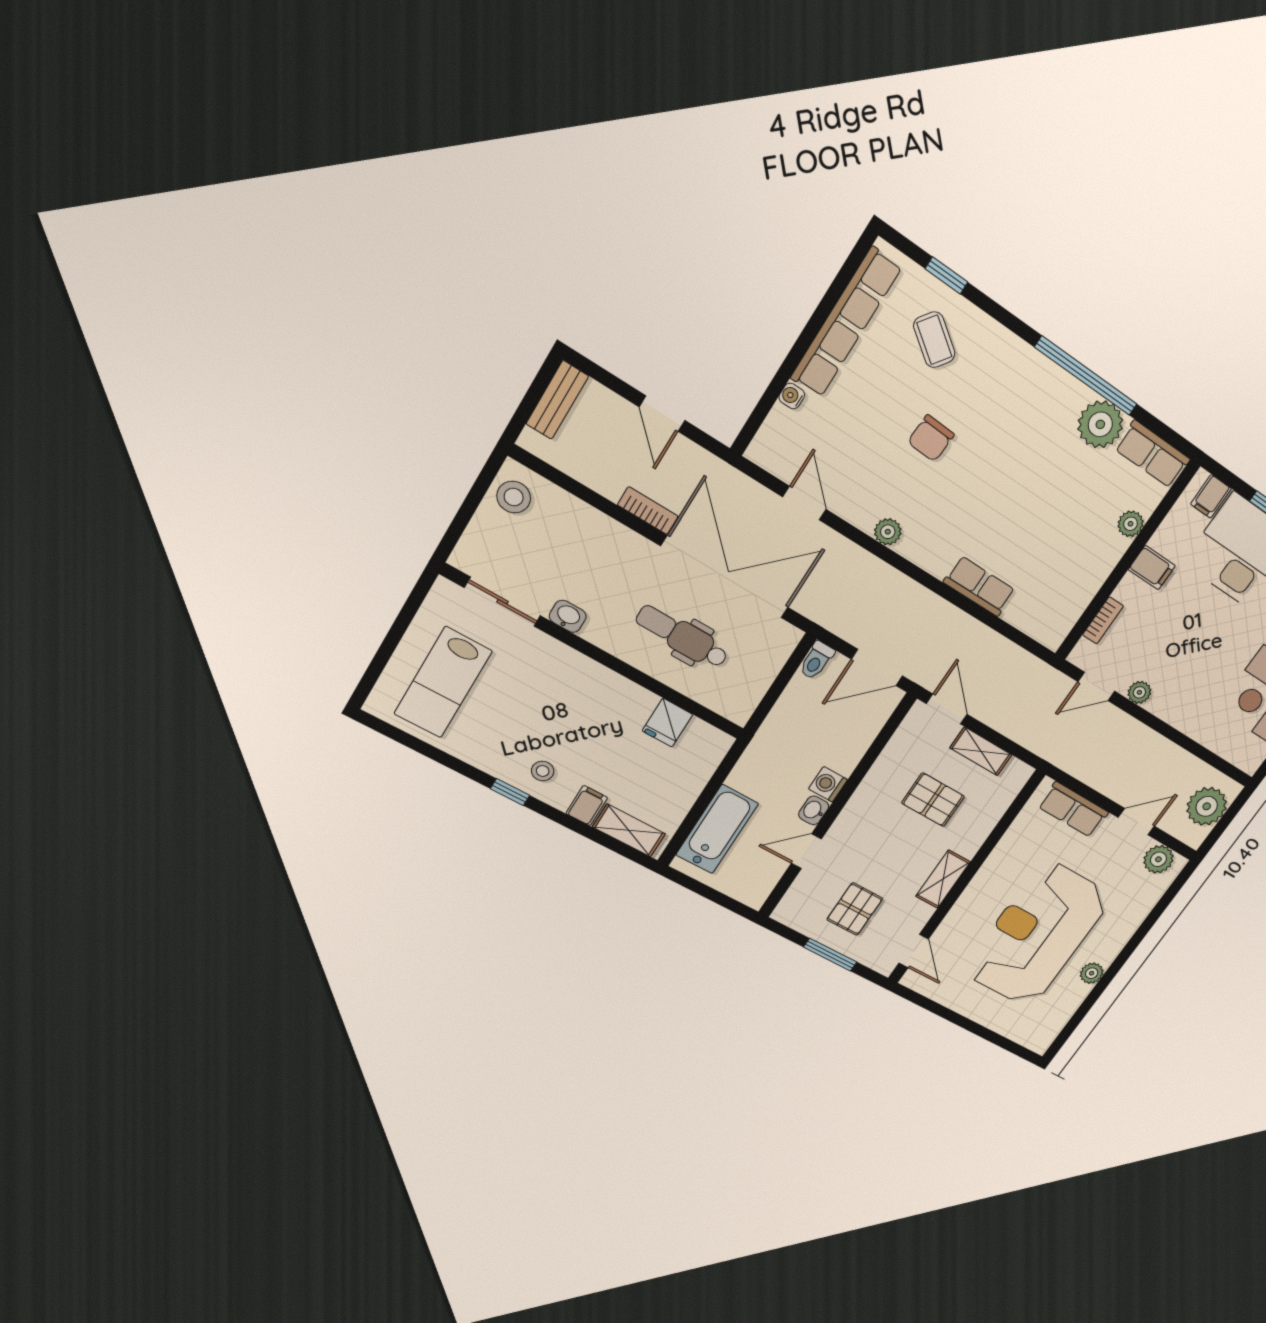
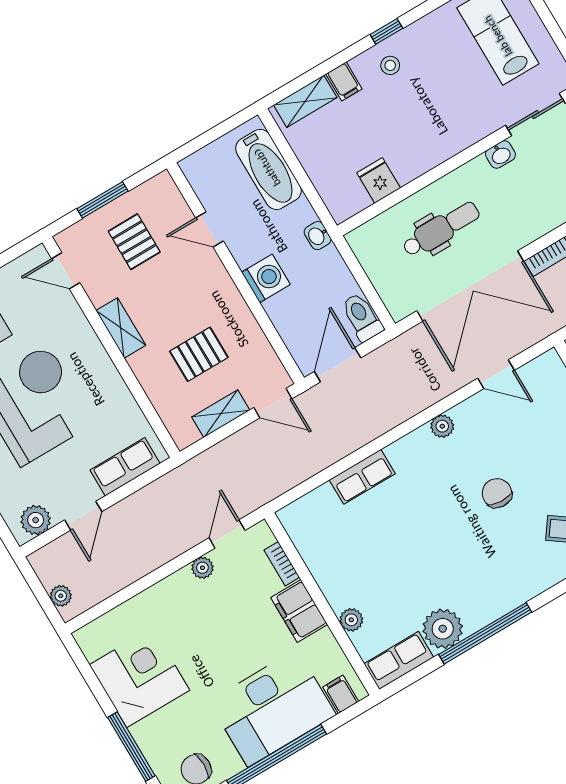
filing cabinet: (1152, 568) -> (299, 611), width x2.00
toilet: (816, 660) -> (362, 317), width x1.37, depth x1.39
washing machine: (828, 784) -> (266, 278), width x1.38, depth x1.38
plant: (1207, 806) -> (61, 596), width x0.53, depth x0.53
washbasin: (814, 810) -> (318, 236), moved, turned 180
door: (806, 851) -> (210, 229), swing flipped

